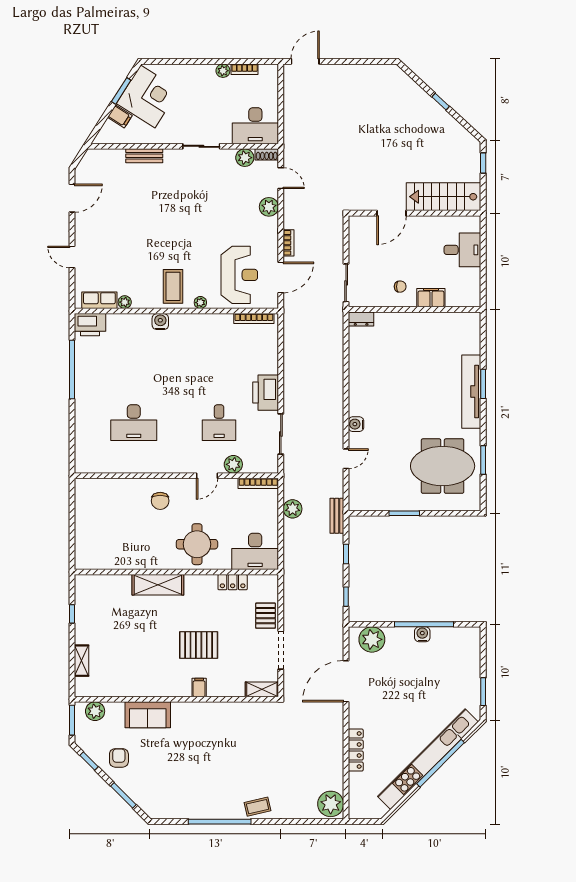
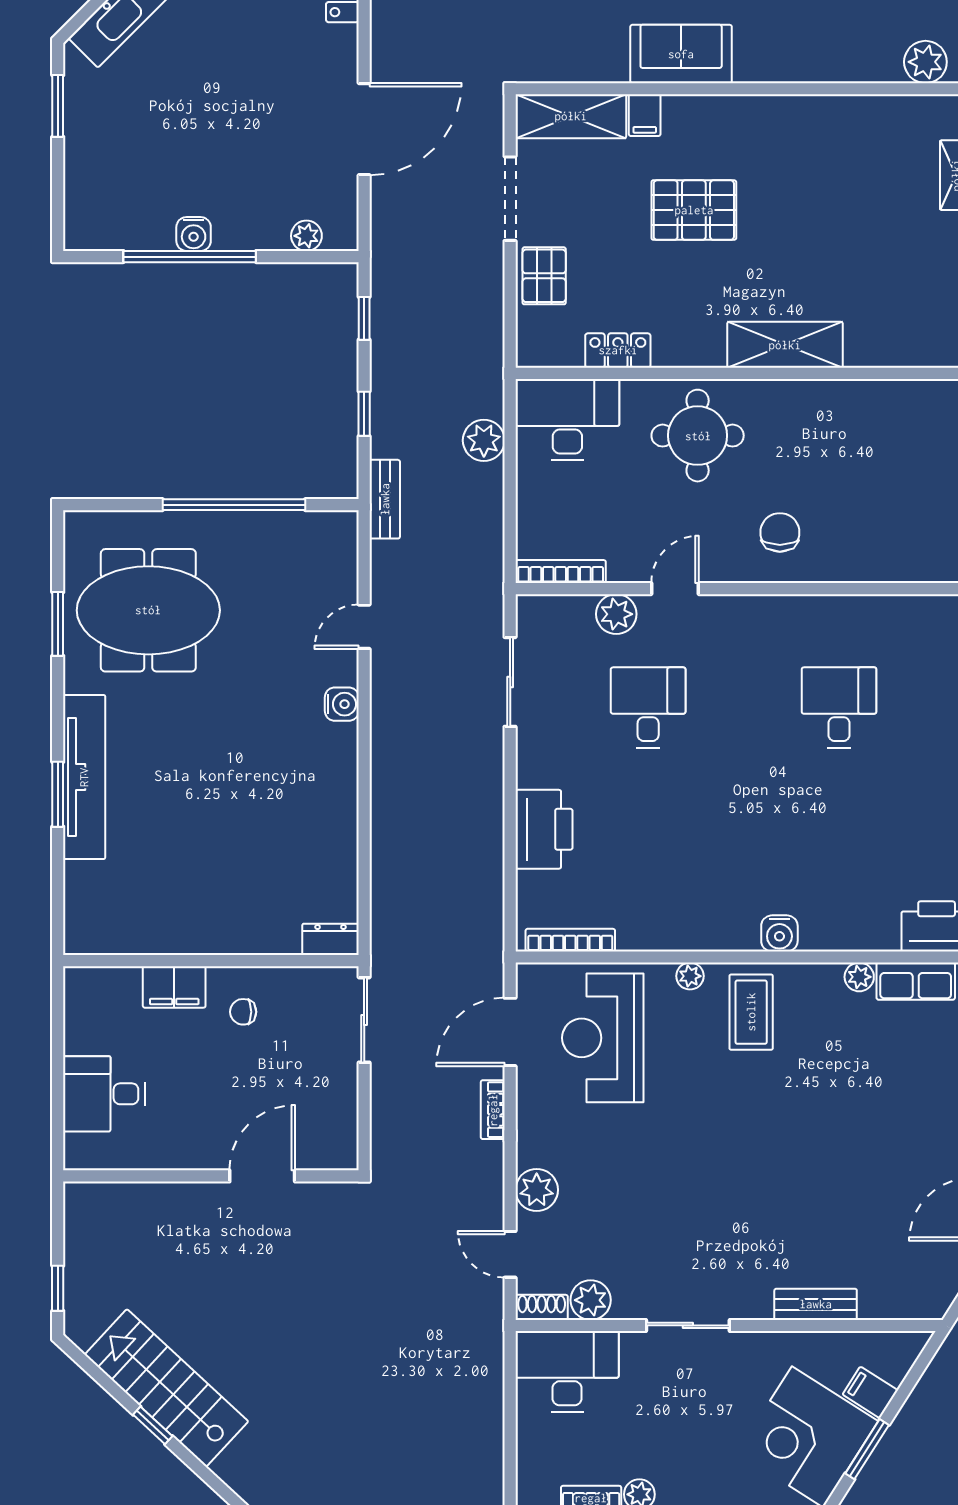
stairs: (444, 197) -> (166, 1388), moved, turned -137
printer: (266, 393) -> (544, 829), moved
desk: (134, 423) -> (839, 707), width x0.73
plant: (293, 509) -> (484, 440), moved
window: (404, 513) -> (234, 505), width x2.11
plant: (372, 639) -> (306, 236), width x0.53, depth x0.53
filing cabinet: (199, 687) -> (645, 115), moved
shelving: (262, 689) -> (571, 116), width x1.50, depth x1.33
sofa: (148, 715) -> (681, 54), moved

